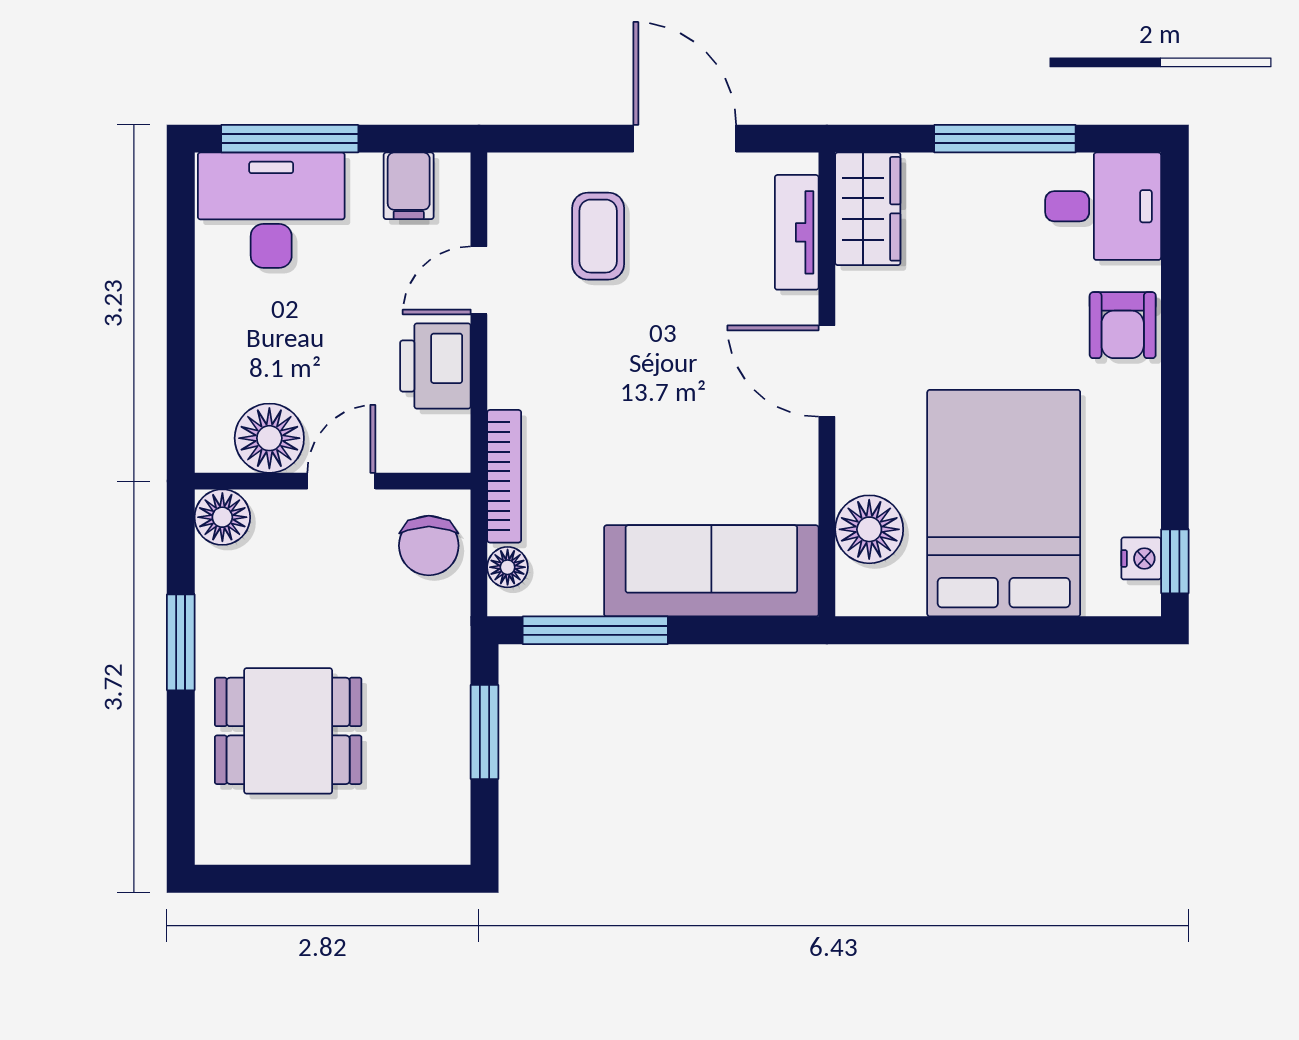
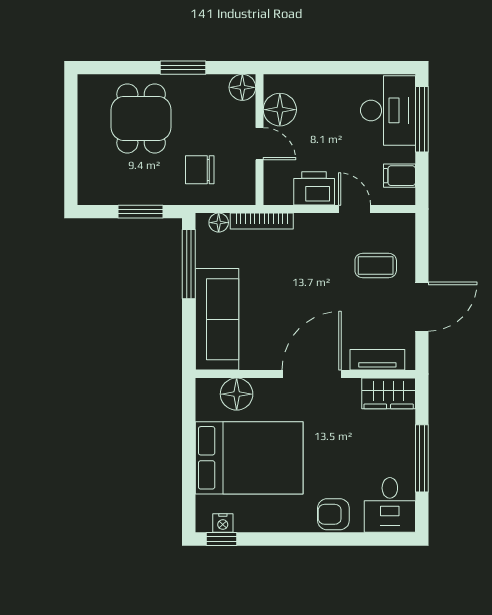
door: (827, 371) -> (312, 374), width x1.36
chair: (429, 546) -> (200, 170), moved

